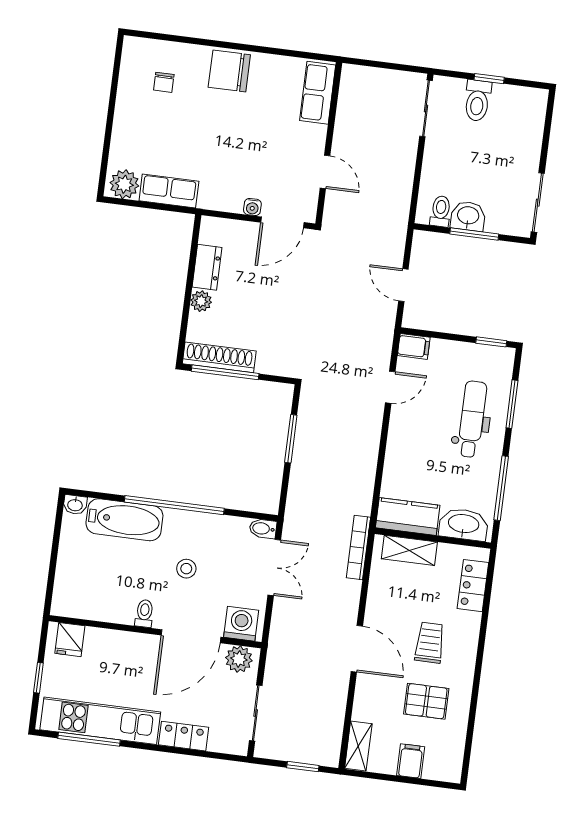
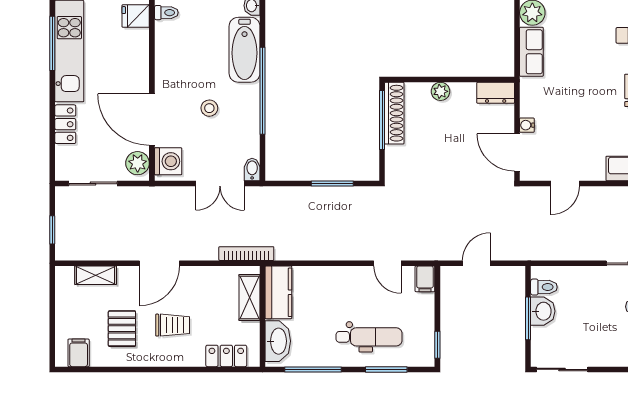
dresser: (207, 267) -> (496, 93), moved
toilet: (144, 613) -> (166, 13), moved
shelving: (358, 746) -> (96, 275), moved
filing cabinet: (411, 761) -> (79, 353), moved, turned -90

